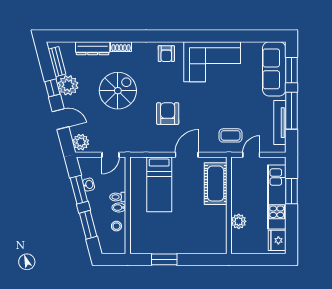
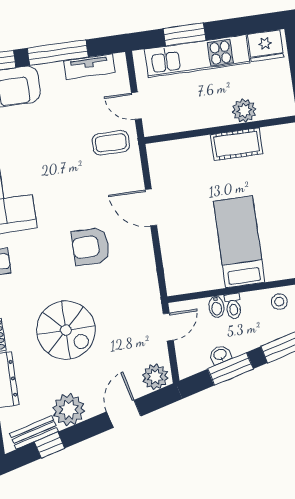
window: (52, 88) -> (50, 445), moved
spiral stairs: (118, 91) -> (66, 330), turned 180
tv unit: (280, 123) -> (89, 67), width x0.71
coffee table: (231, 135) -> (111, 143), turned 90
door: (111, 155) -> (168, 327), hinge flipped
bed: (159, 184) -> (239, 242), moved, turned -90
cot: (216, 184) -> (237, 144), moved, width x0.73, depth x0.75
bidet: (119, 208) -> (216, 307), moved

